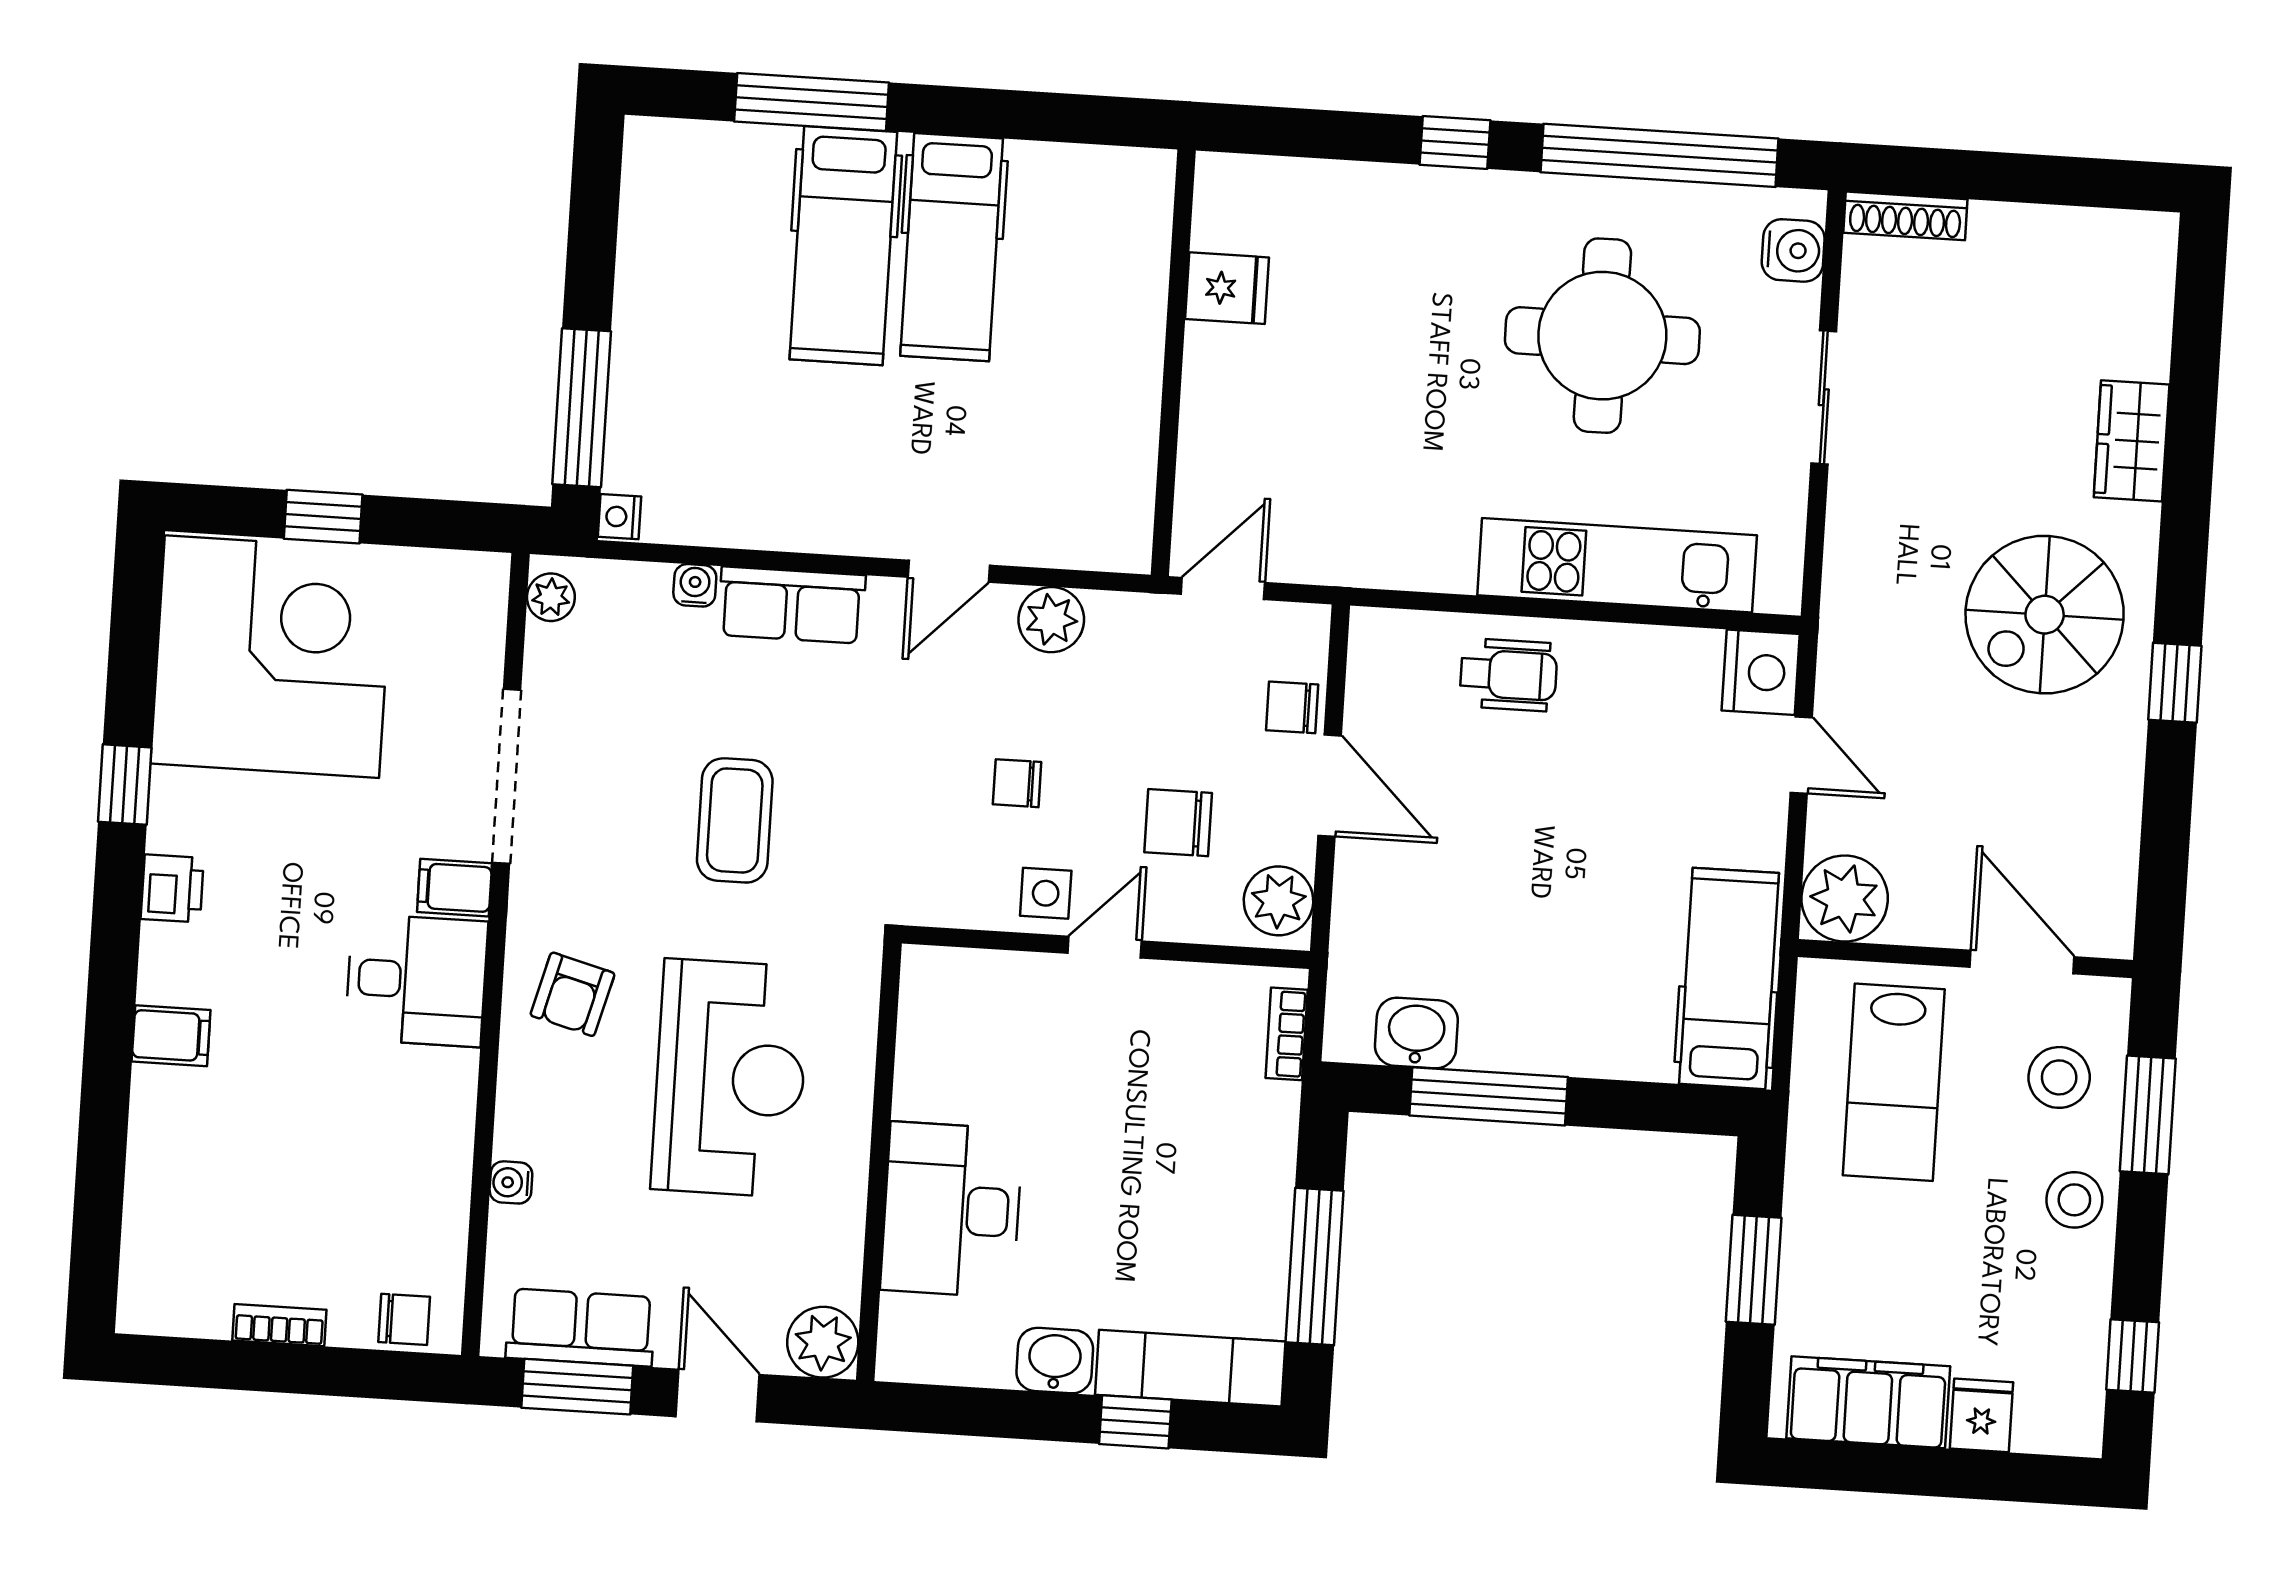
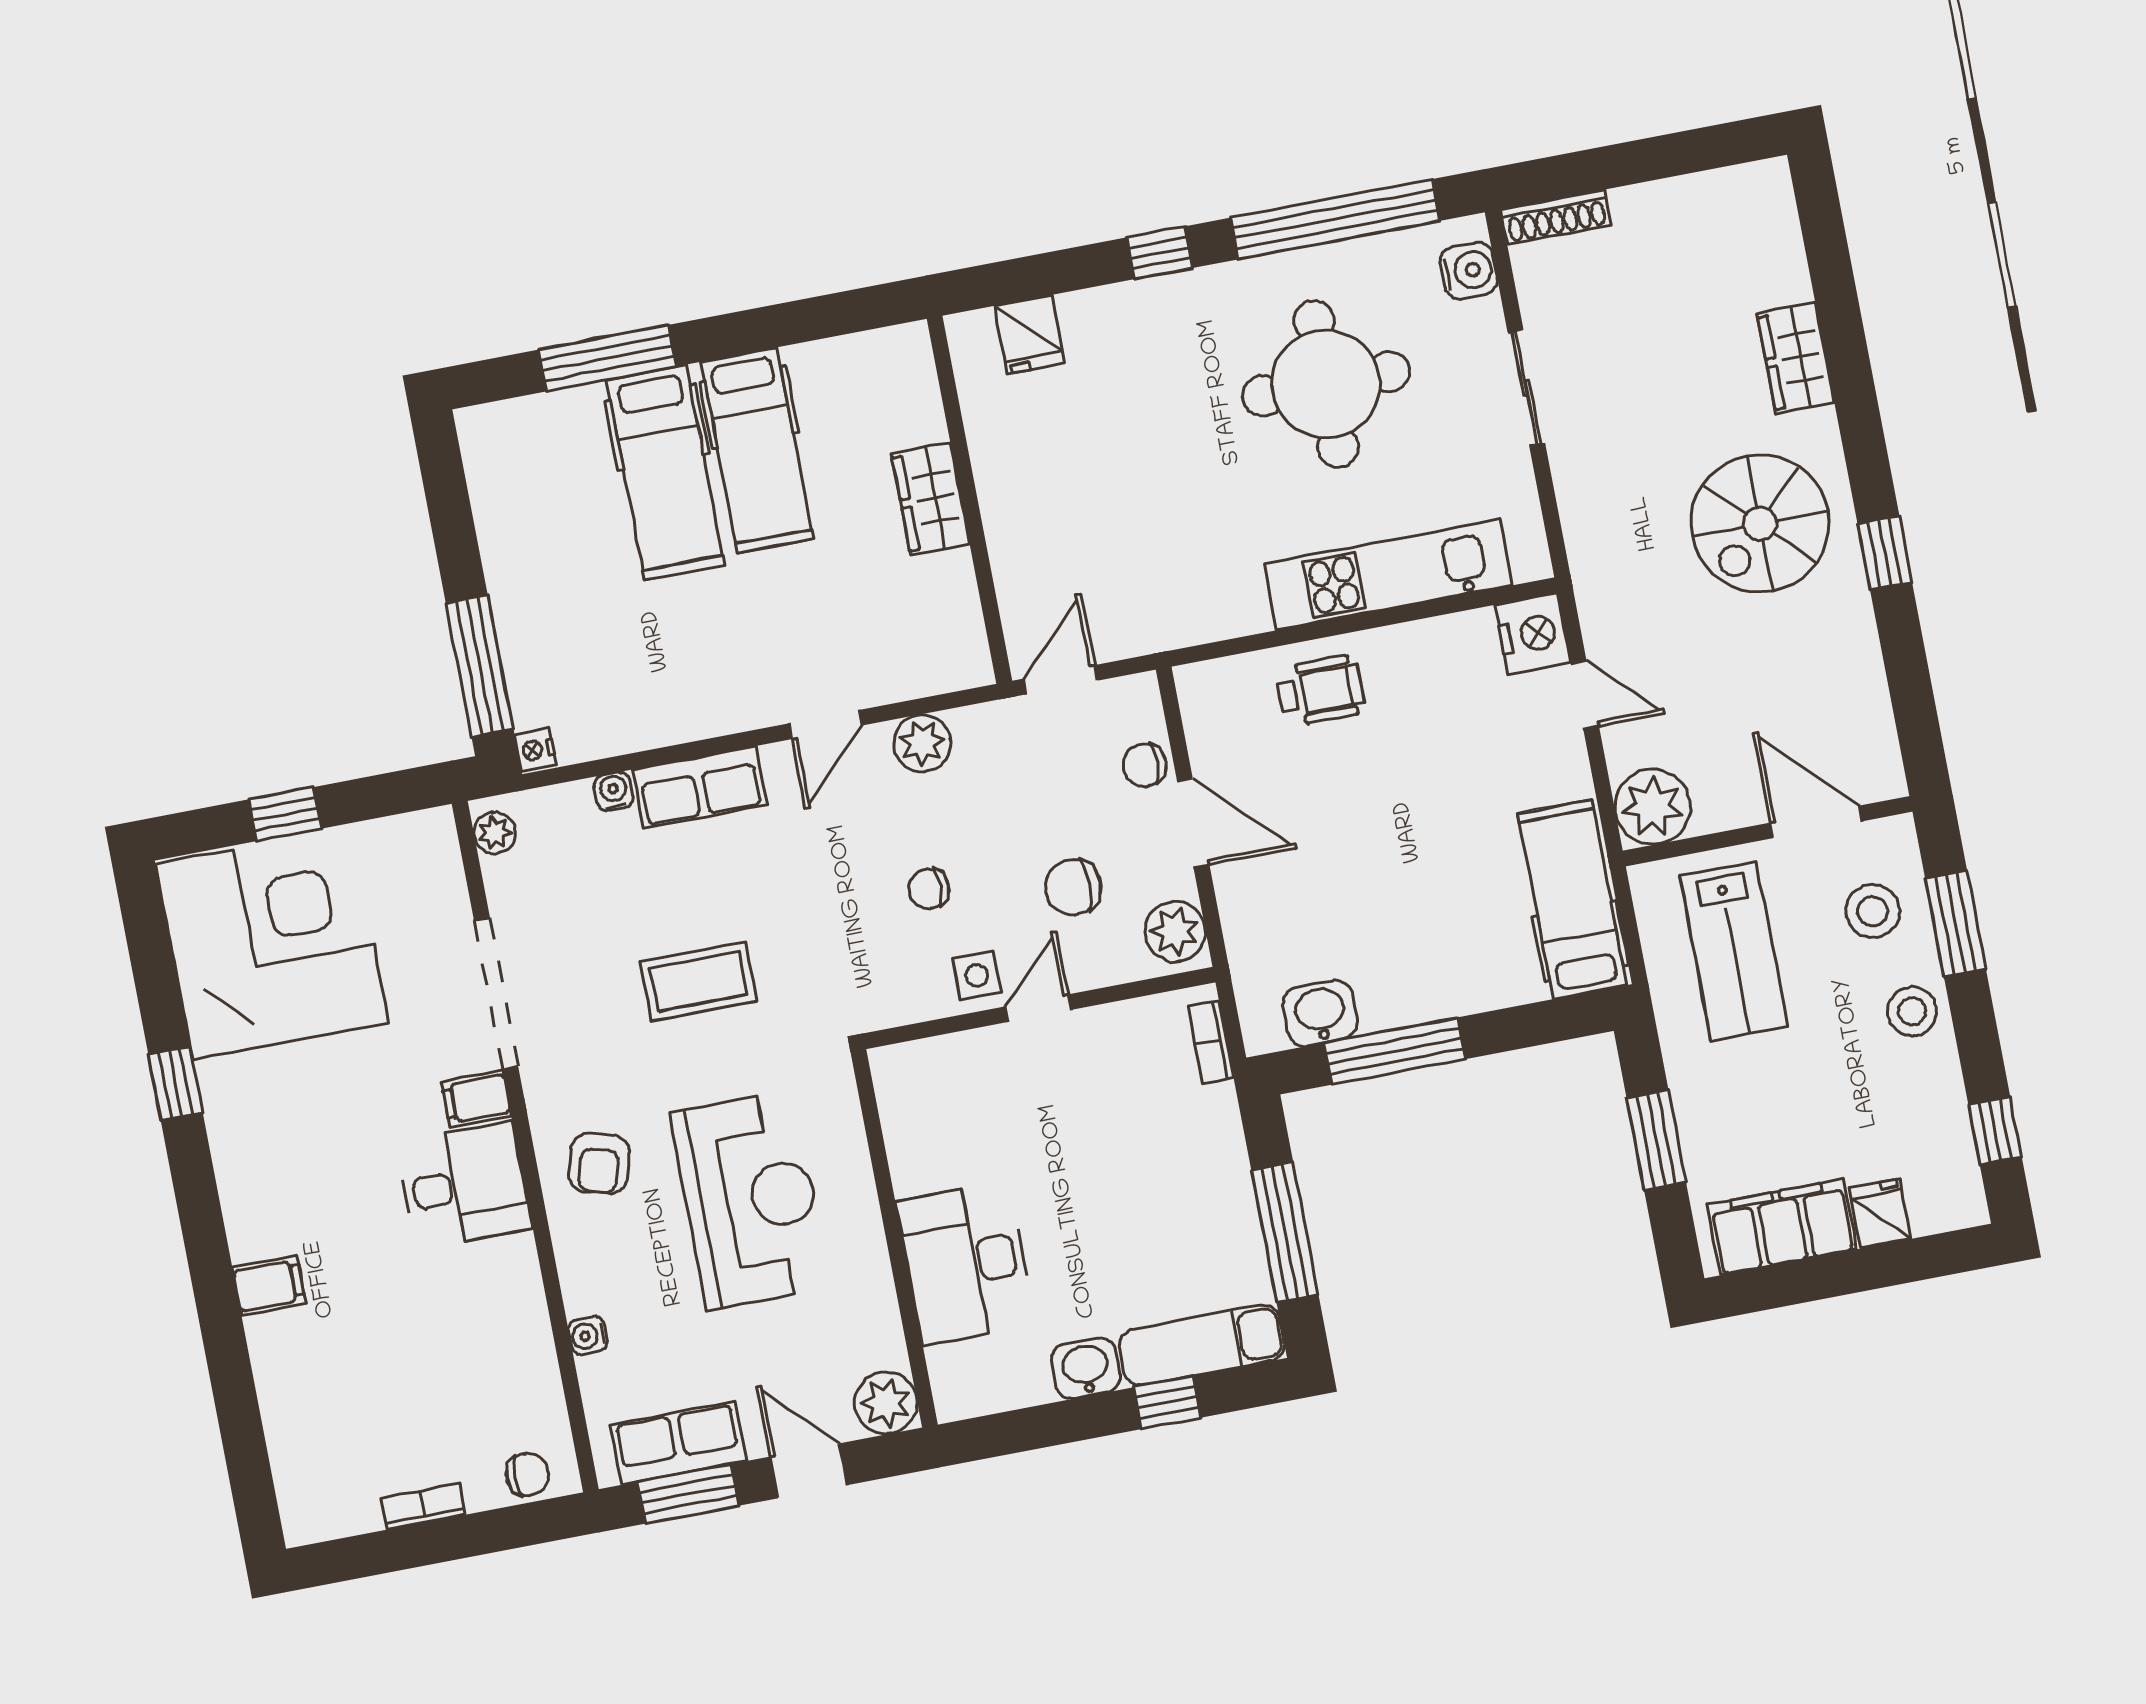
fridge: (1227, 288) -> (1030, 335), moved, turned 90
wardrobe: (1130, 350) -> (931, 499), added
coffee table: (735, 820) -> (698, 981), turned 90
printer: (172, 888) -> (238, 1161), removed

